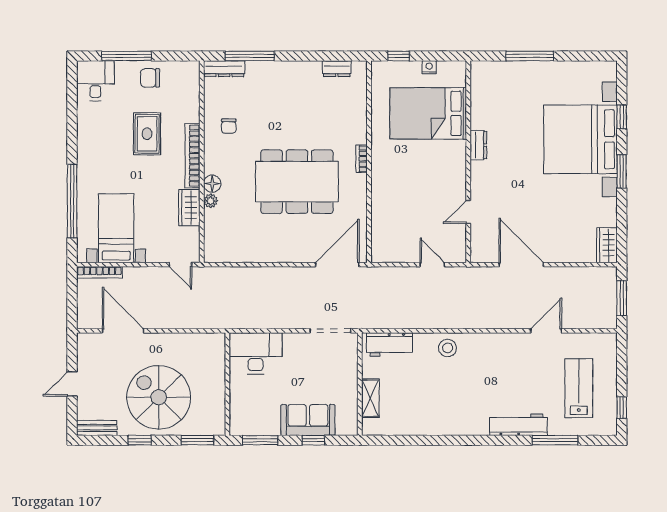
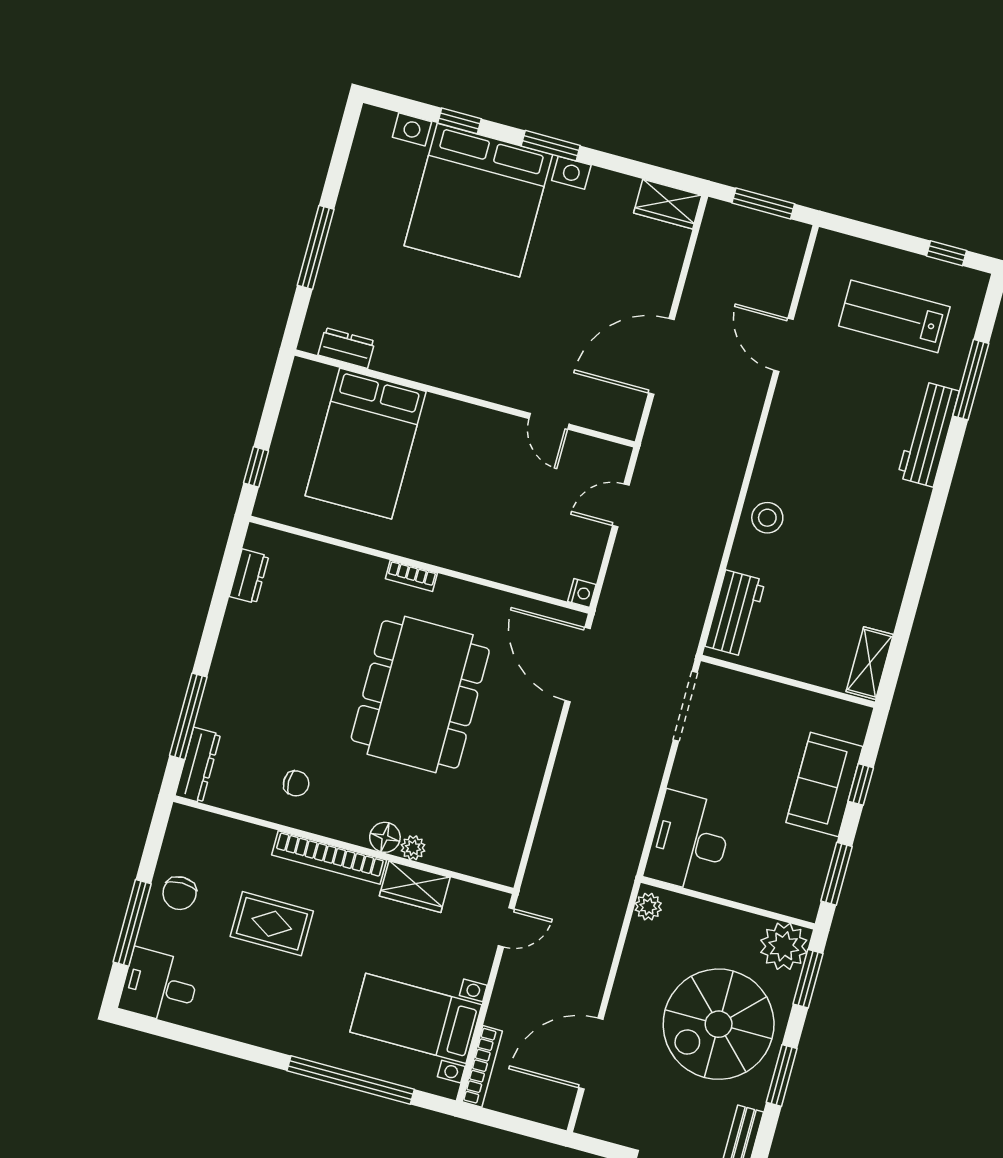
nightstand: (429, 67) -> (582, 593), moved, turned 180
dresser: (478, 145) -> (346, 348), moved
plant: (213, 340) -> (648, 907), added
shelving: (370, 398) -> (870, 663), moved, turned 90
plant: (212, 422) -> (784, 946), added
window: (140, 440) -> (782, 1075), width x1.50

